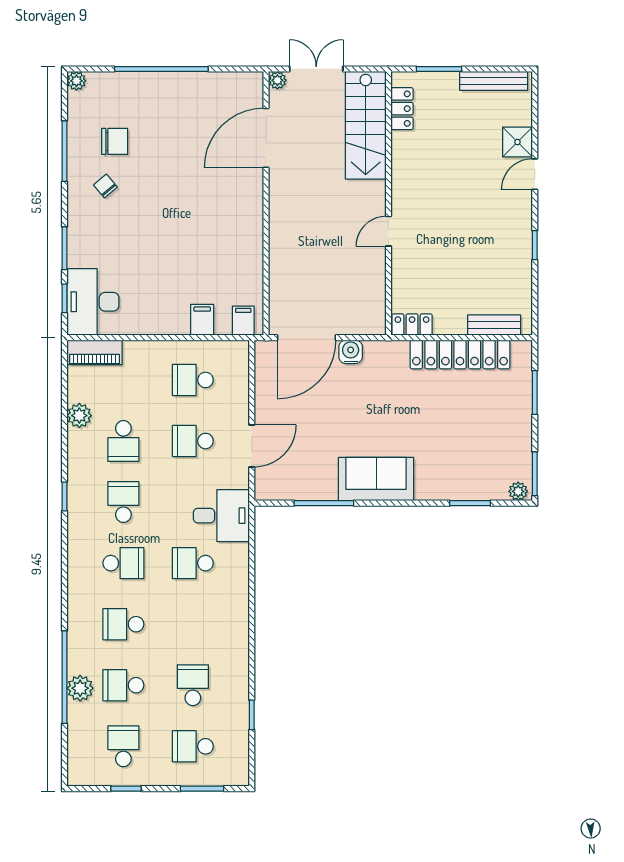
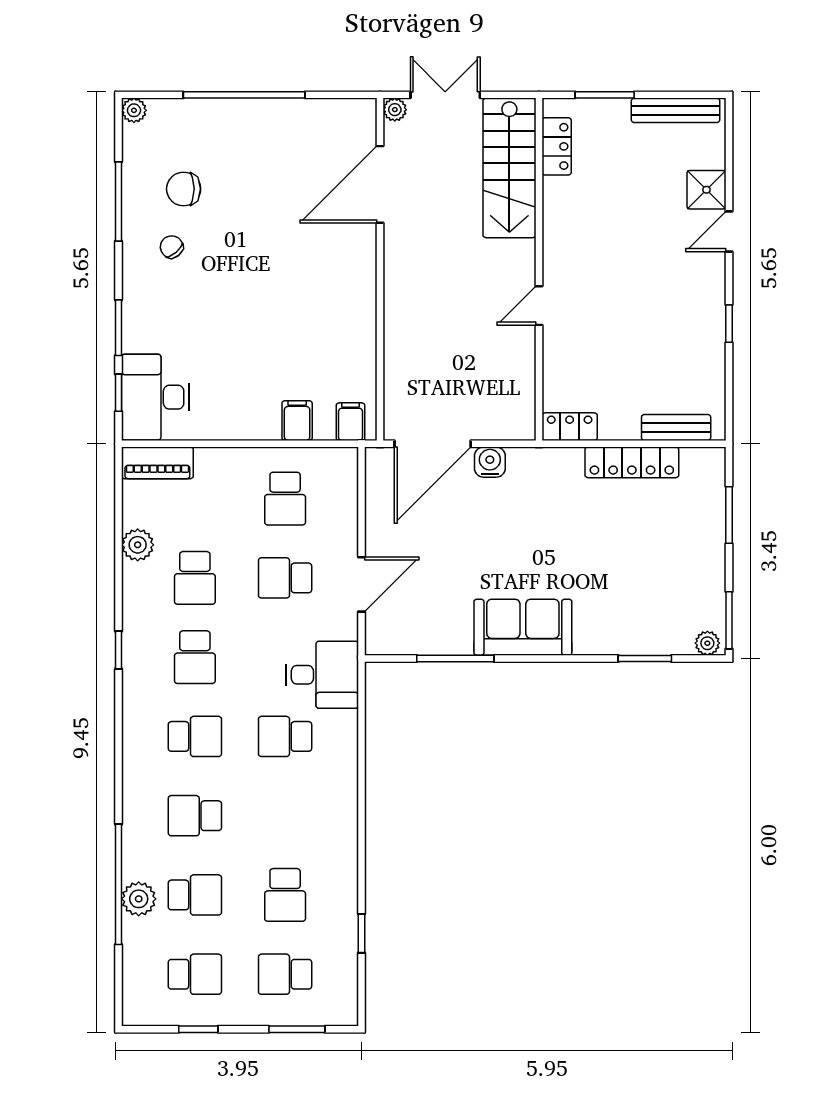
chair: (115, 141) -> (184, 189), turned 180
locker: (460, 354) -> (632, 462), width x0.71, depth x0.83
school desk: (193, 380) -> (285, 499), turned -90
school desk: (123, 502) -> (195, 657), turned 180
school desk: (123, 685) -> (195, 895), turned 180
school desk: (193, 685) -> (285, 895), turned 180
school desk: (123, 746) -> (195, 974), turned 90

